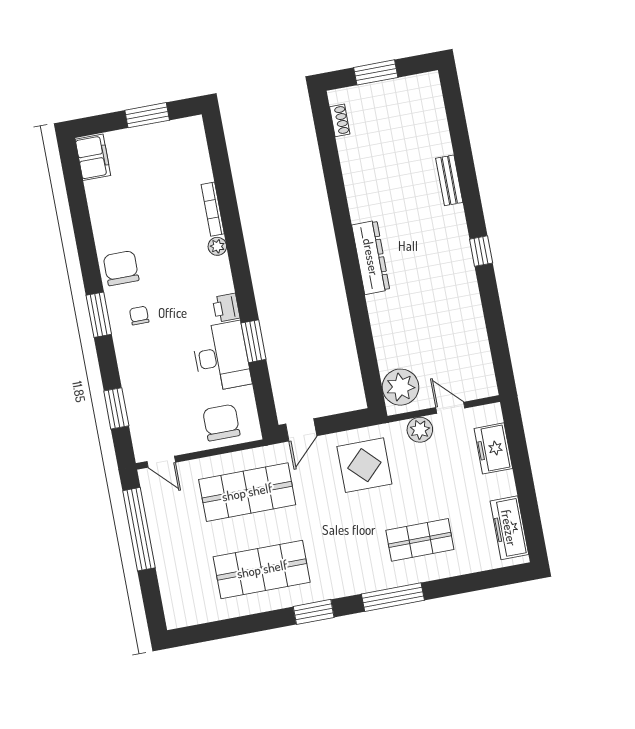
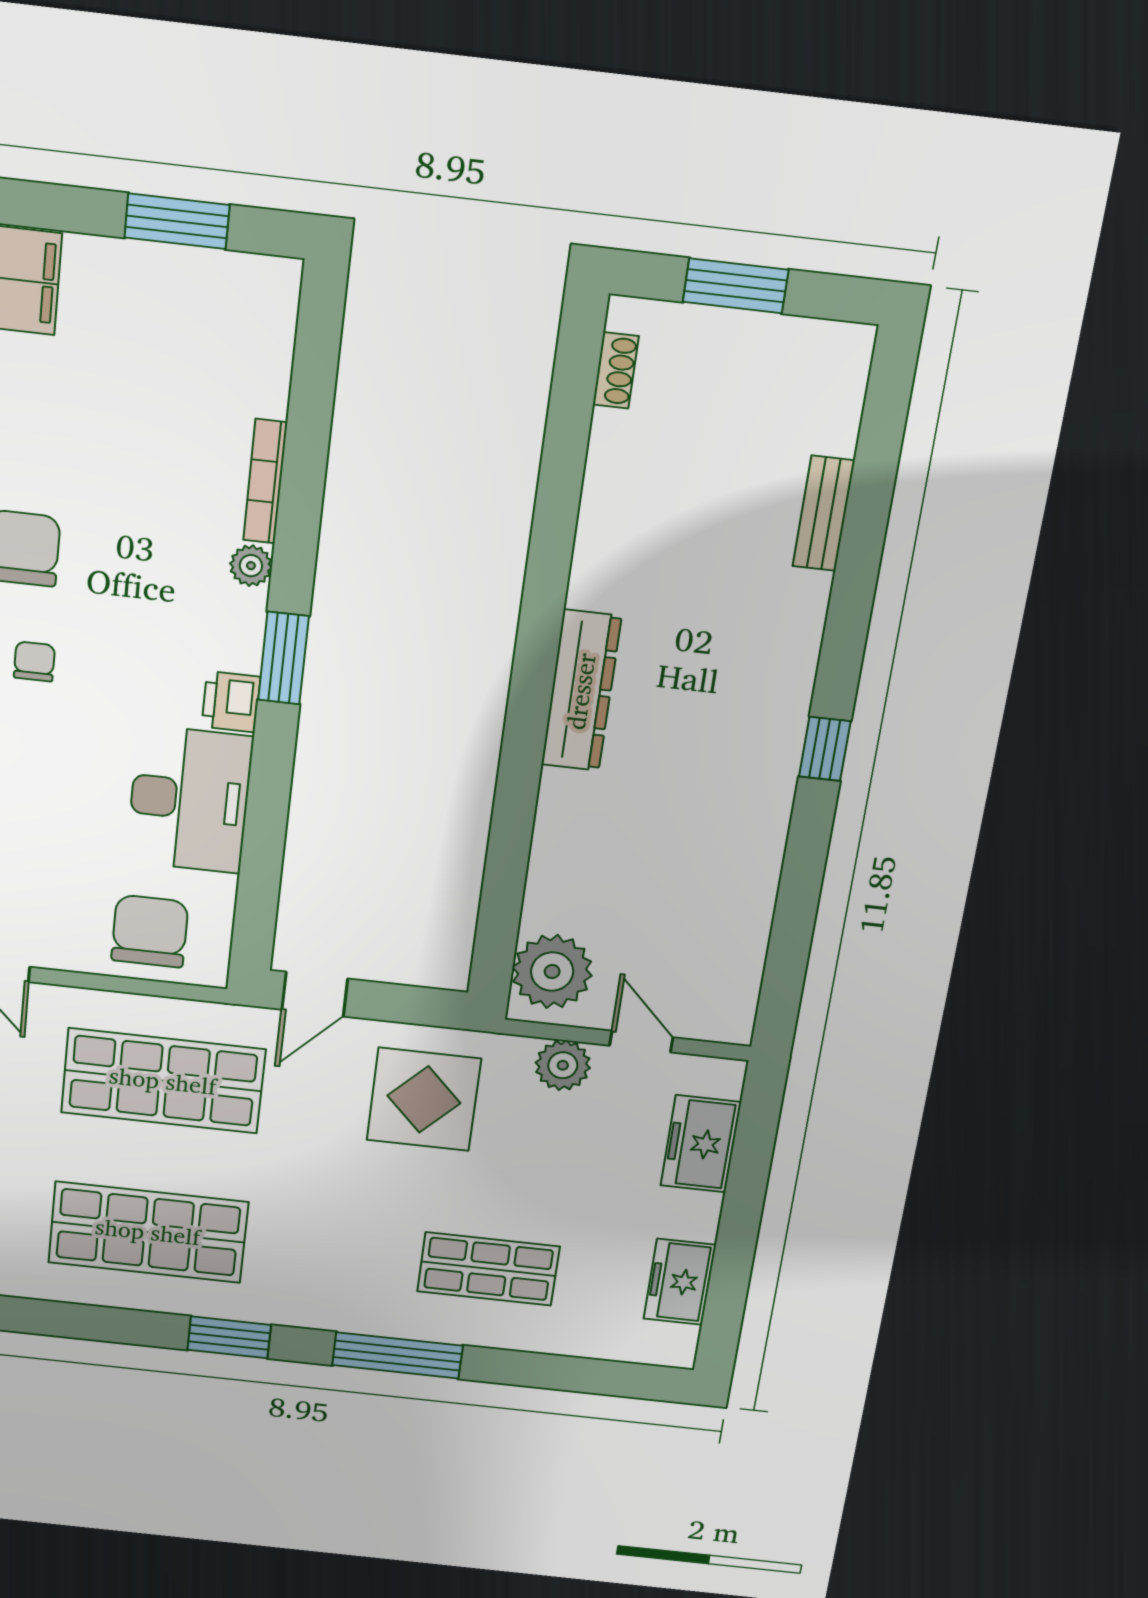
bench: (449, 180) -> (824, 513), moved
window: (254, 341) -> (283, 658), moved
freezer: (509, 528) -> (680, 1282), width x0.71

